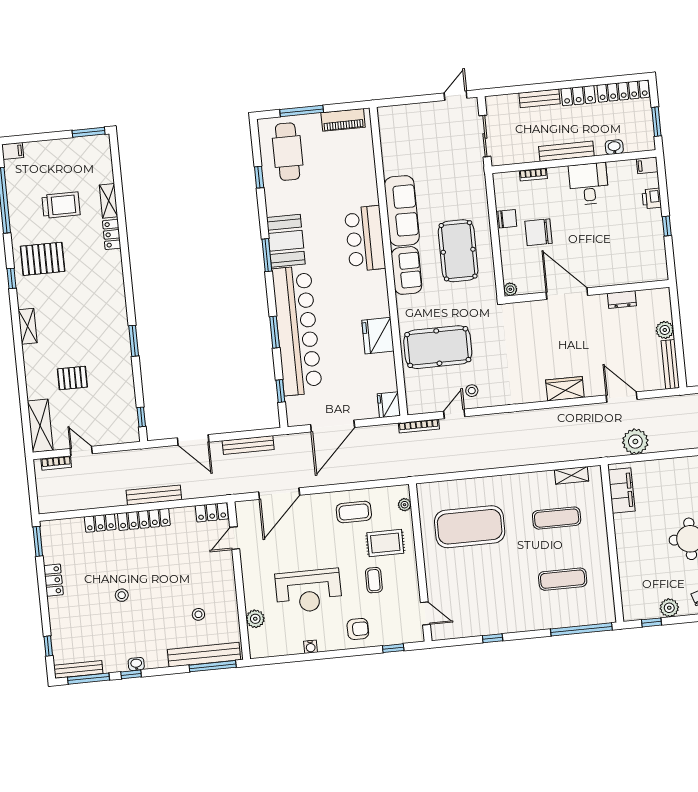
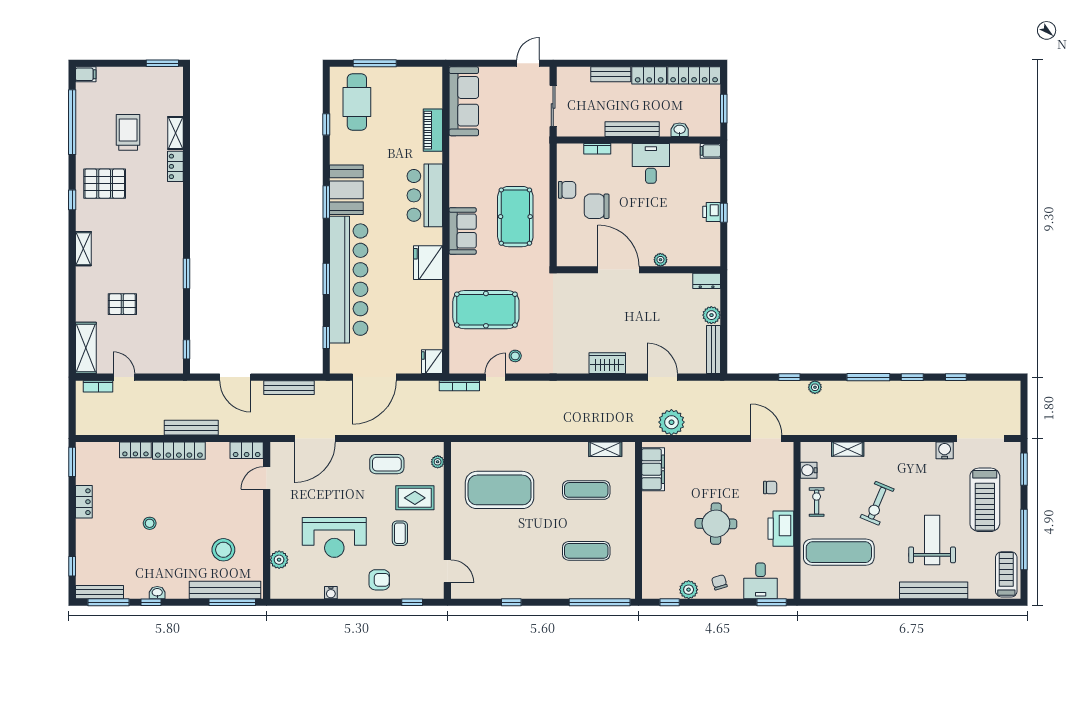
piano: (343, 120) -> (433, 130), moved, turned 90
printer: (652, 199) -> (712, 212), moved
trolley: (61, 205) -> (128, 132), turned -90
sofa: (402, 211) -> (464, 101), moved
plant: (510, 289) -> (660, 260), moved
dresser: (622, 300) -> (707, 281), moved
fridge: (378, 336) -> (428, 263), moved
stool: (198, 614) -> (223, 550), width x1.89, depth x1.89

